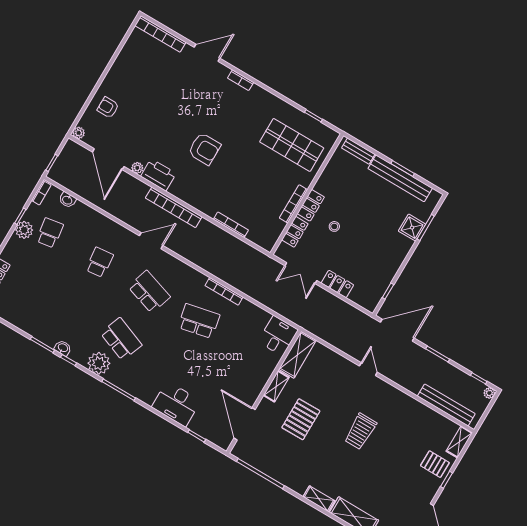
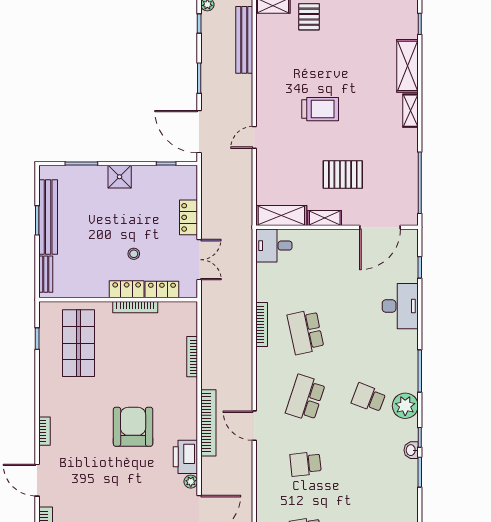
armchair: (204, 149) -> (133, 427), width x1.36, depth x1.36
shower: (412, 228) -> (120, 177), moved
school desk: (121, 339) -> (368, 398), width x0.54

